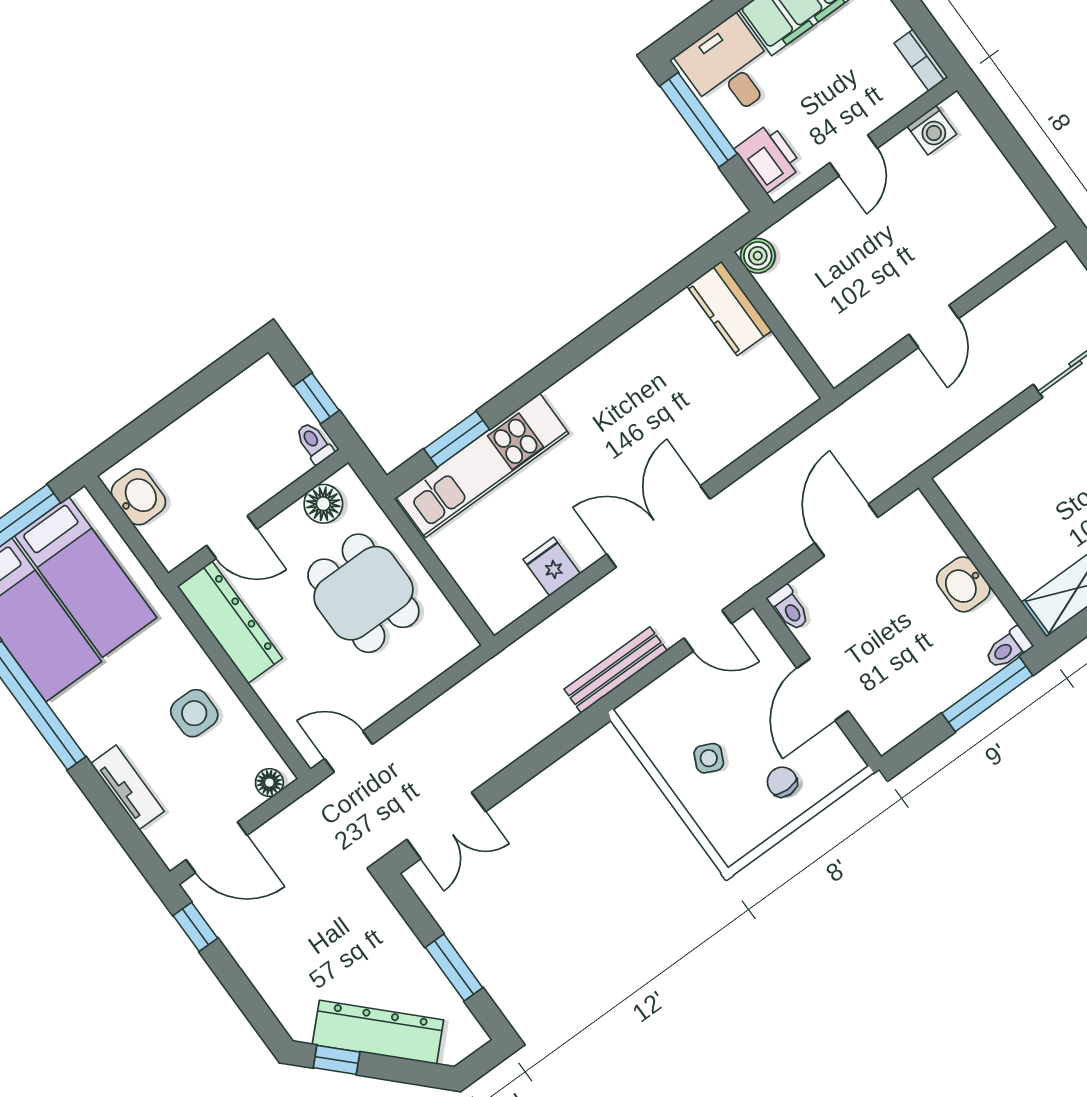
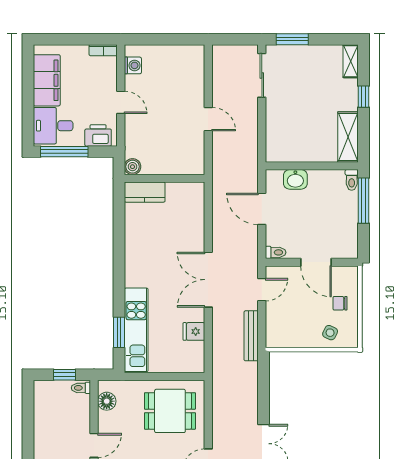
washbasin: (963, 584) -> (295, 179), moved
dining table: (363, 593) -> (170, 411), moved
side table: (709, 758) -> (330, 333), moved

